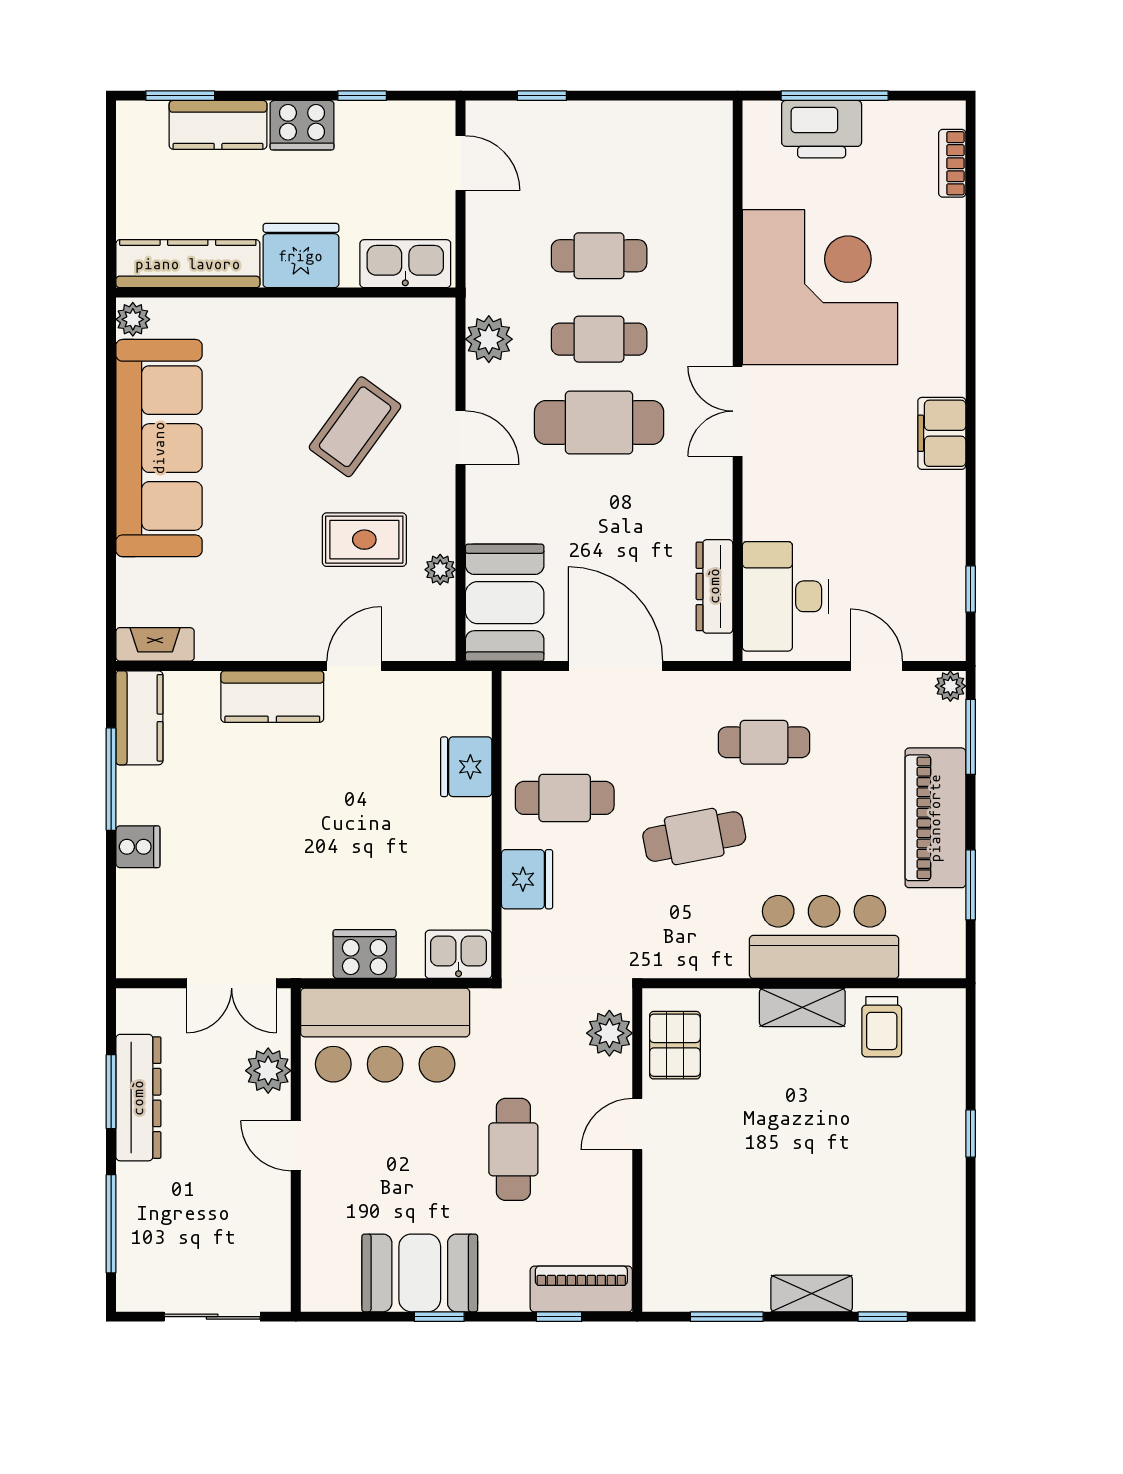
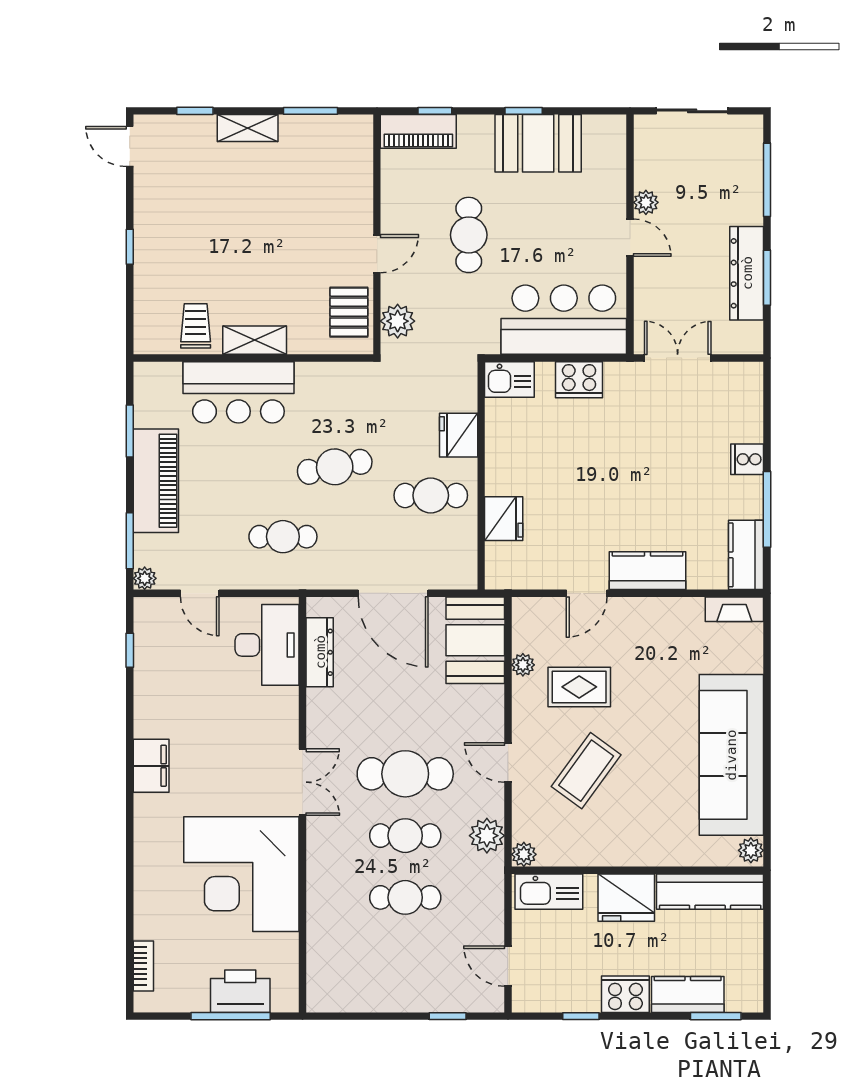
plant: (439, 314) -> (524, 854), added
plant: (268, 1071) -> (646, 202), moved, width x0.73, depth x0.73
door: (971, 1269) -> (130, 147), added

